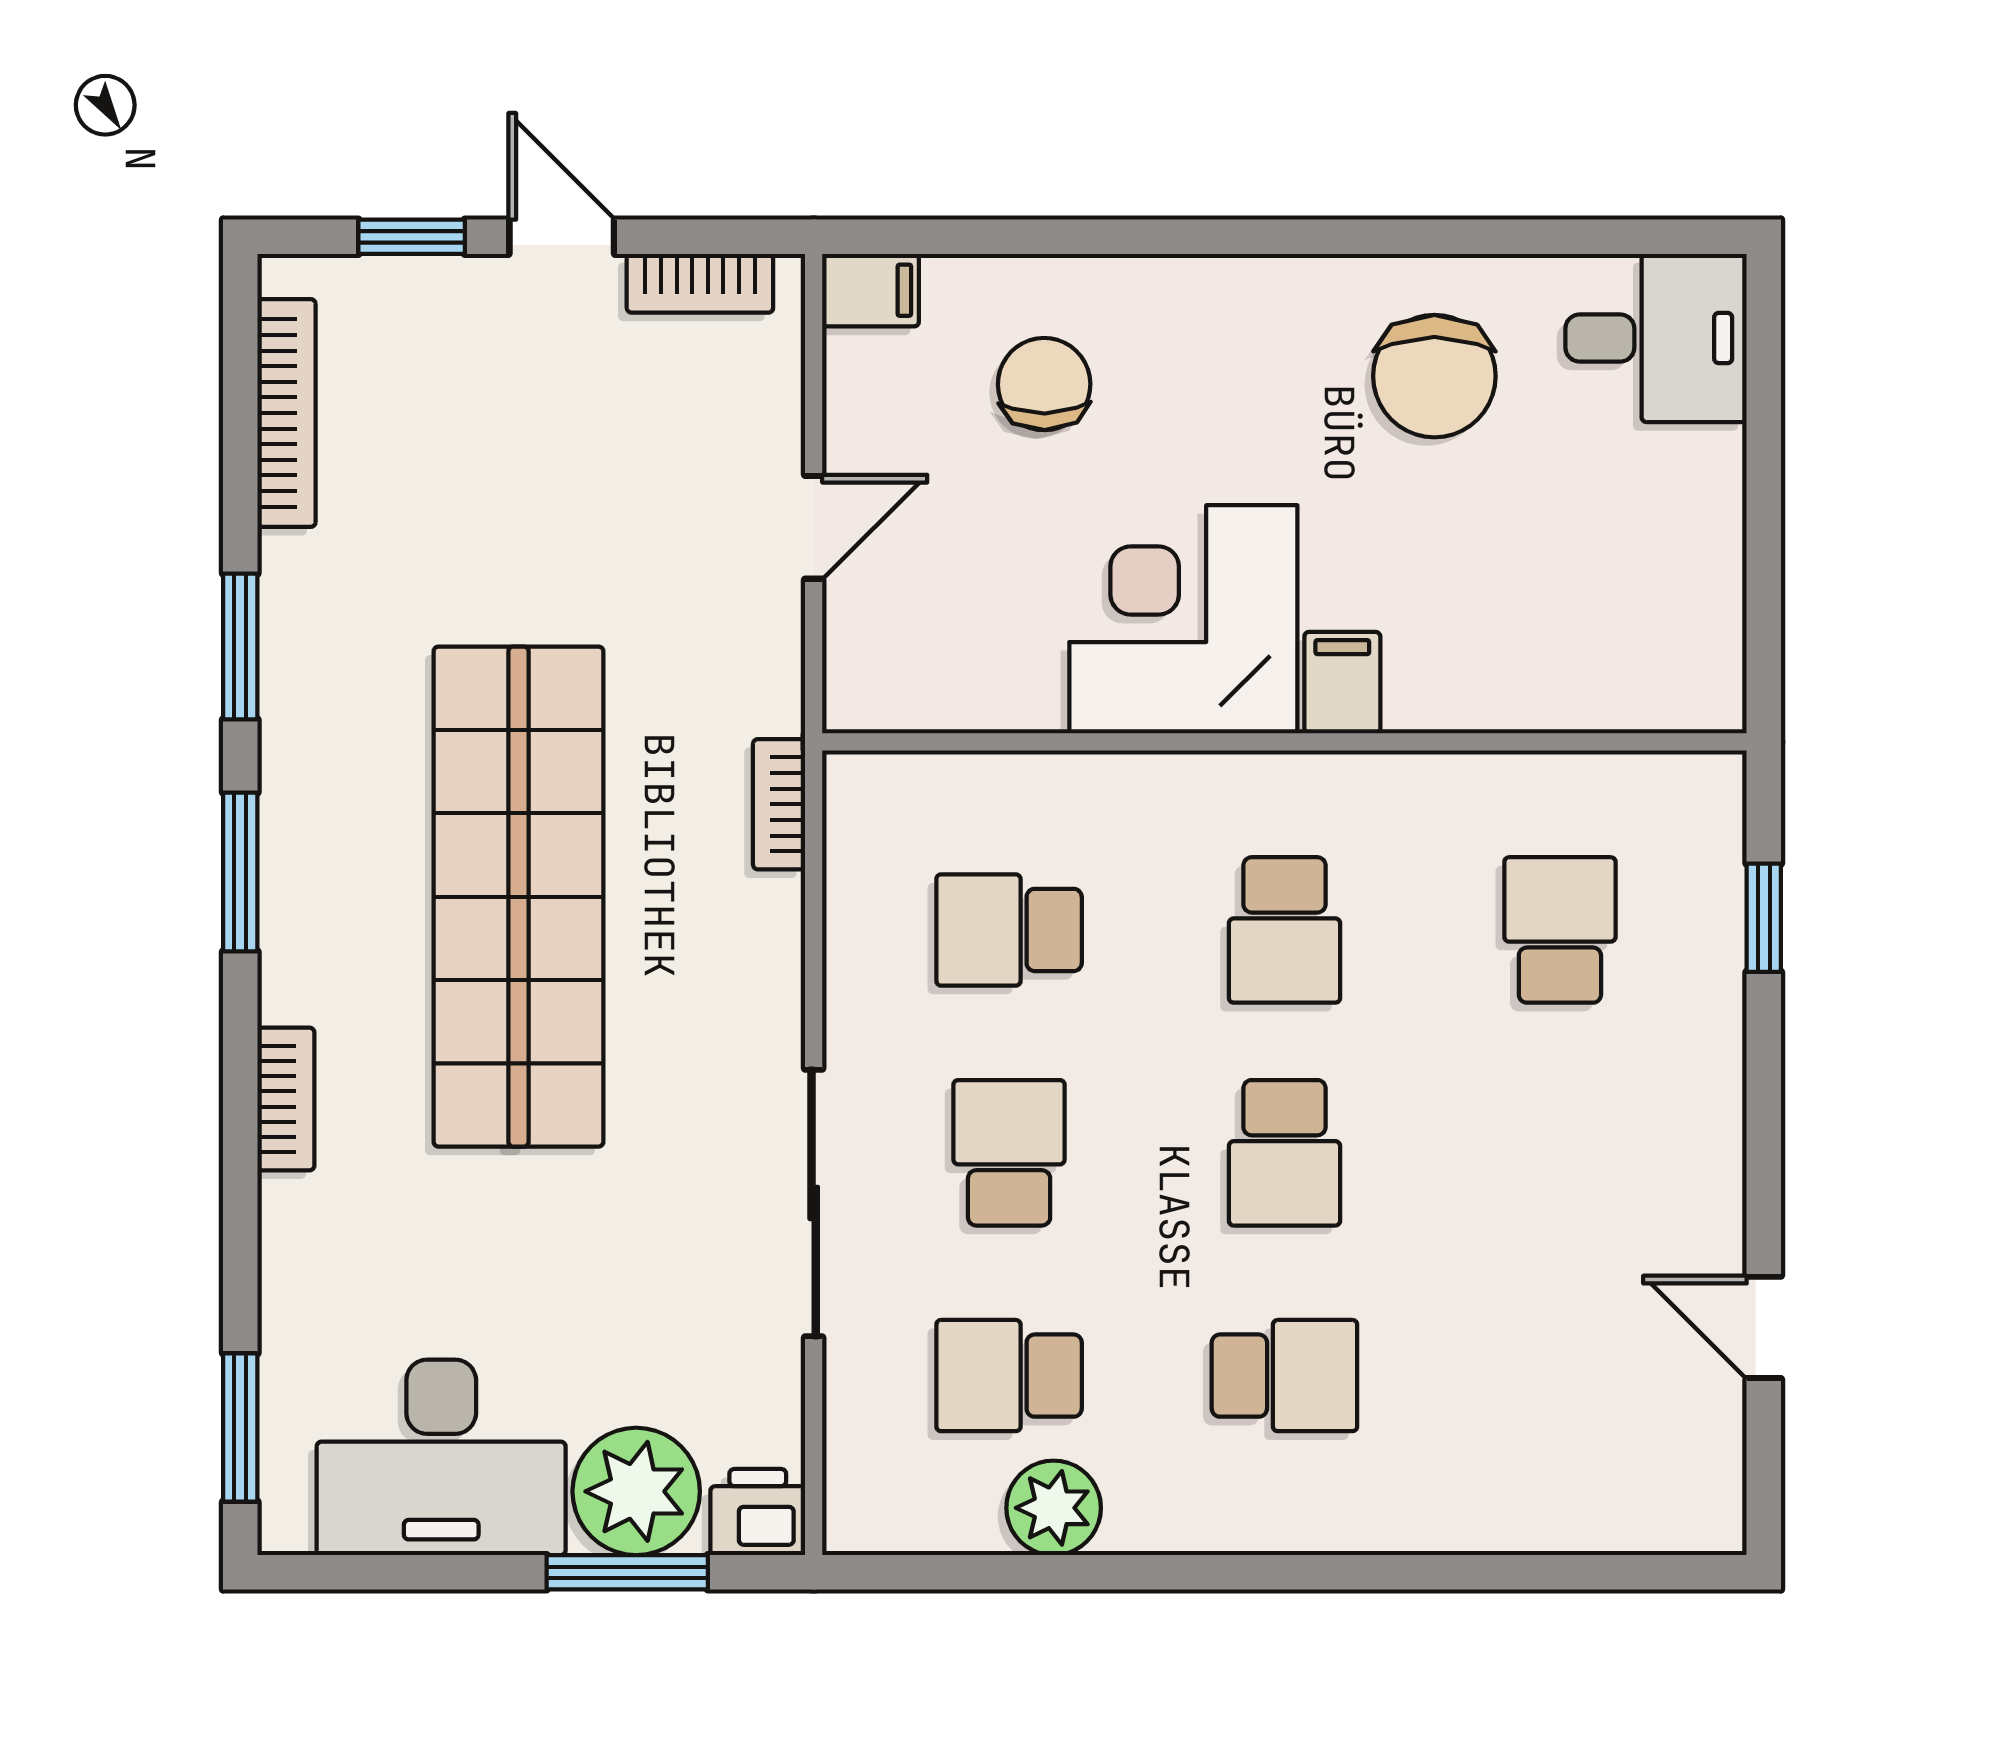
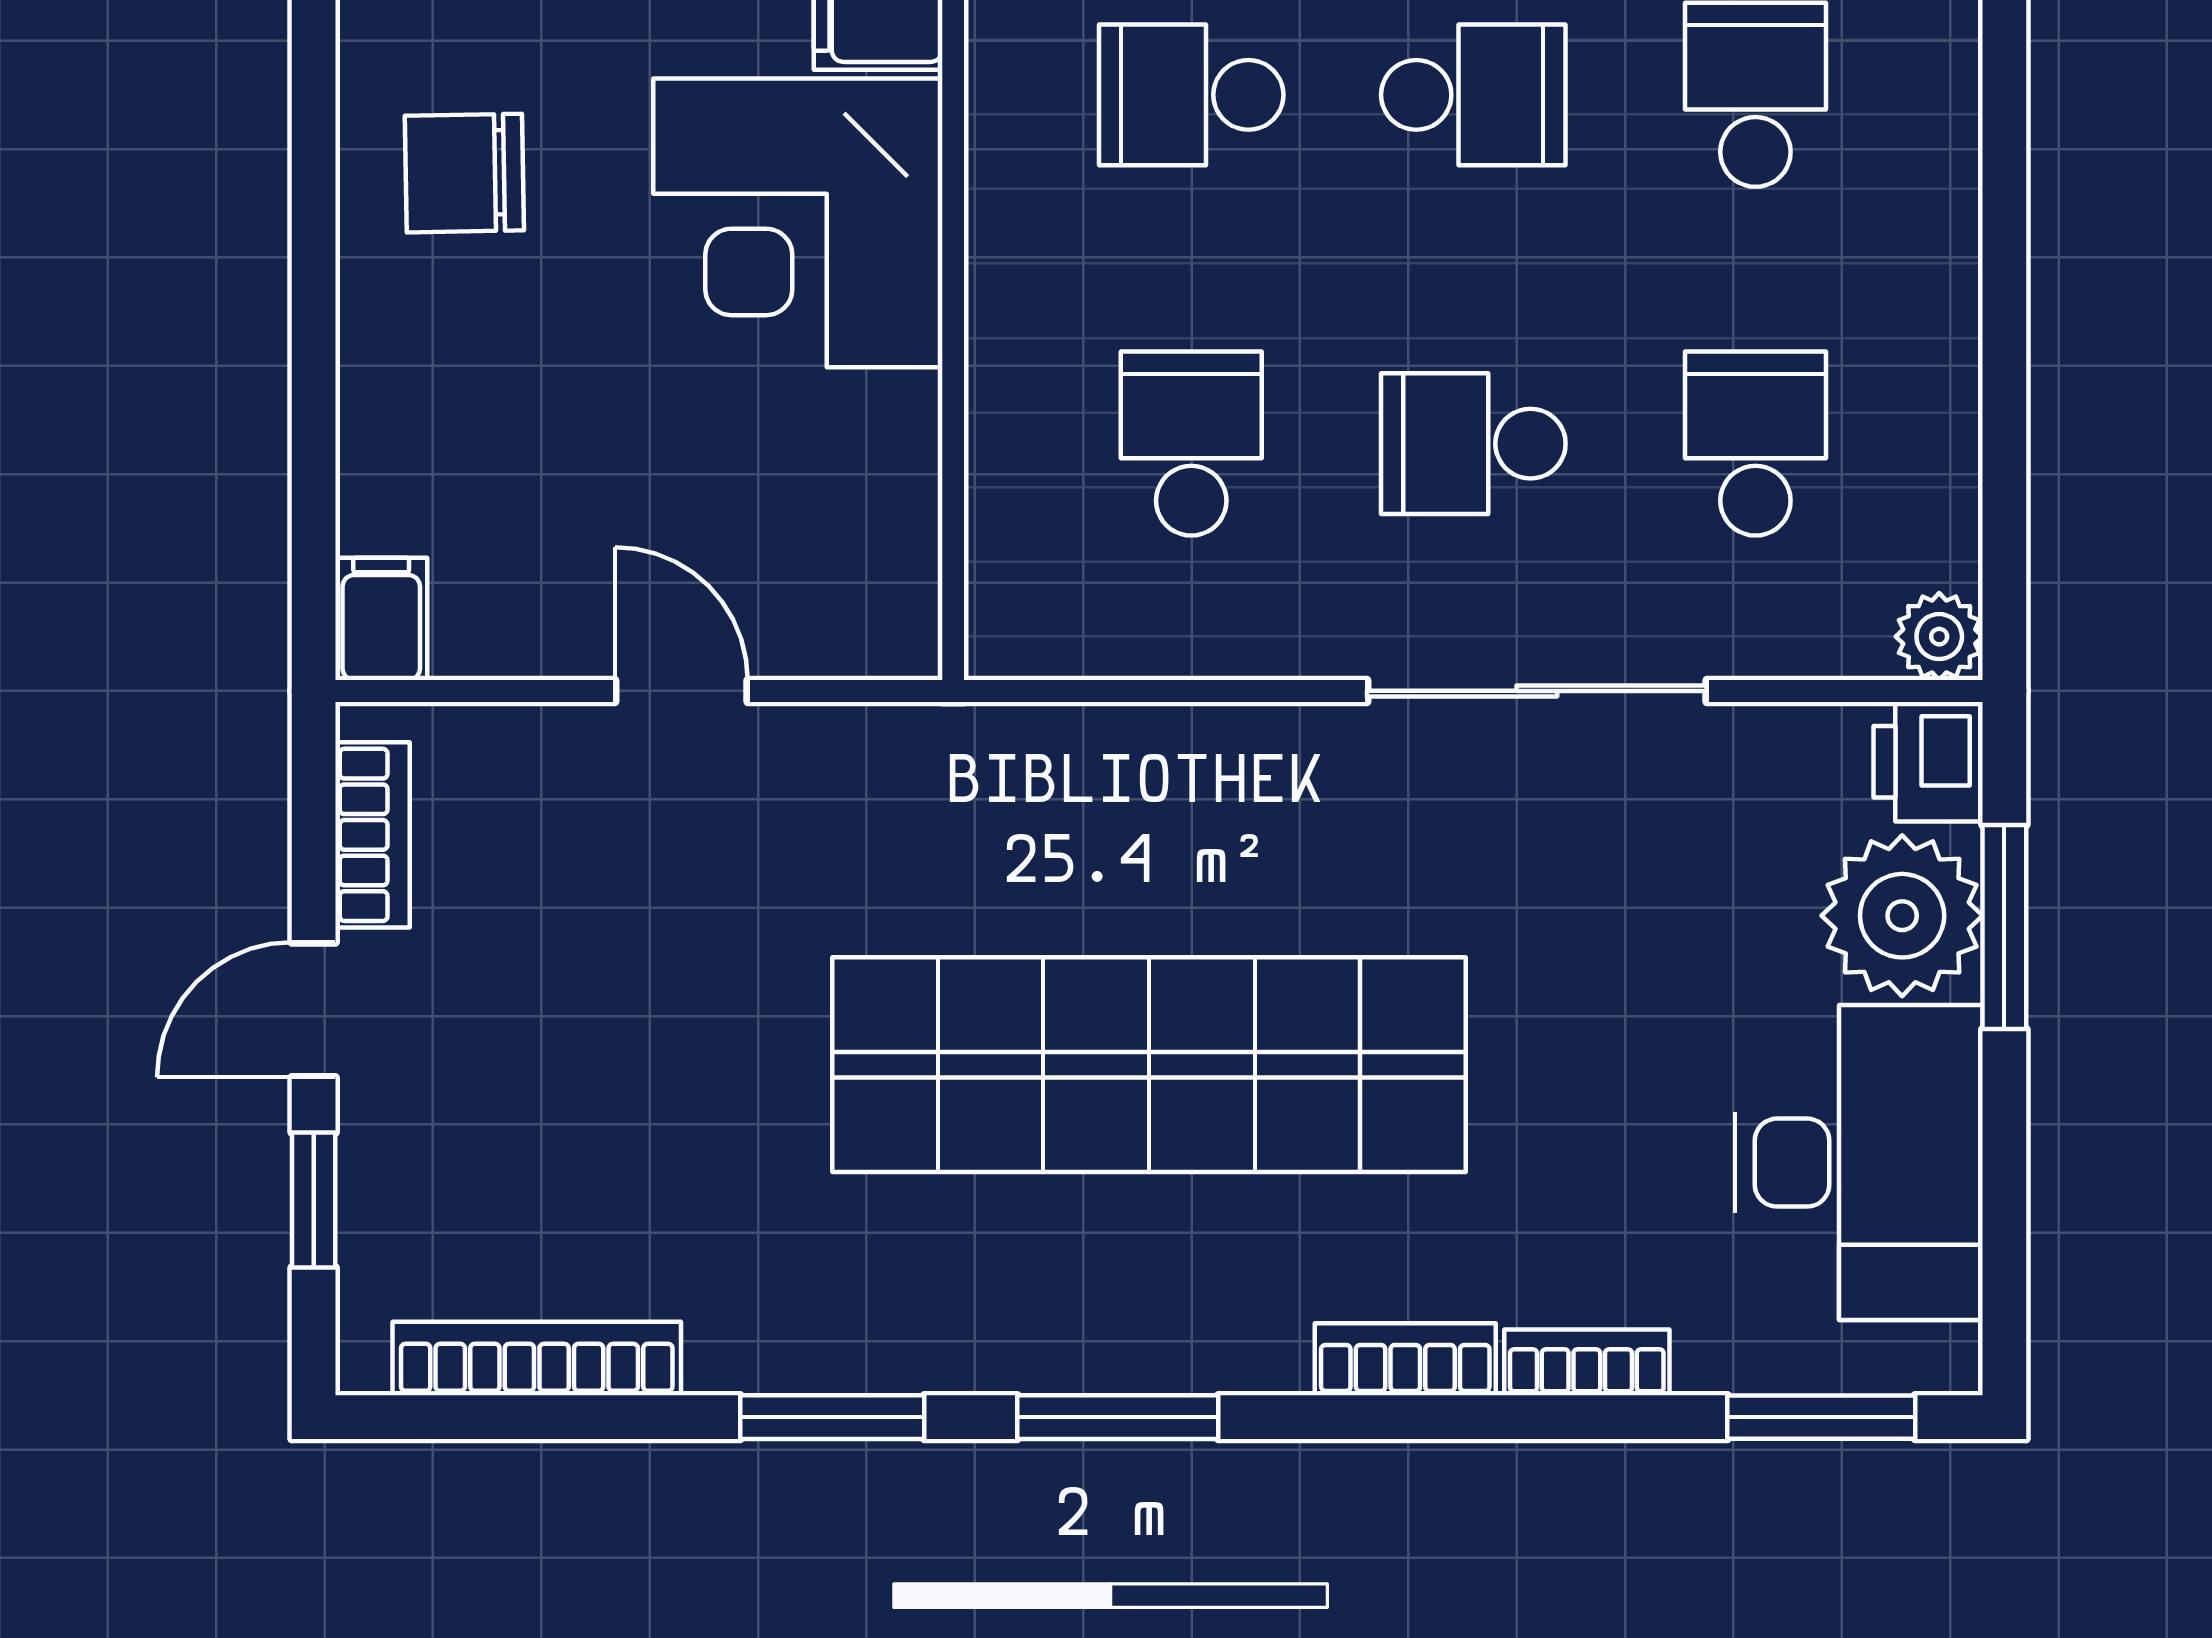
chair: (1044, 384) -> (464, 173), moved
bookcase: (779, 804) -> (1587, 1362), moved, turned 180
school desk: (1009, 930) -> (1191, 444), turned 180
school desk: (1284, 930) -> (1191, 95), turned 180
school desk: (1009, 1376) -> (1755, 444), turned 180
plant: (1054, 1508) -> (1939, 637), moved, width x0.73, depth x0.73

